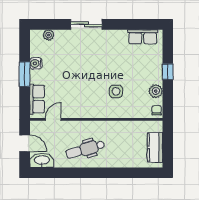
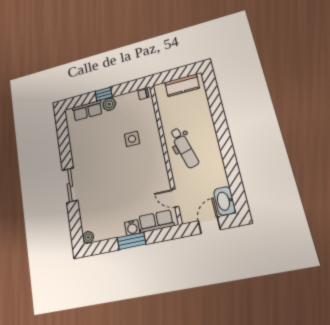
plant: (49, 35) -> (88, 237), moved
row of seats: (143, 37) -> (87, 111), moved, turned 90
water cooler: (36, 63) -> (132, 228), moved
plant: (156, 91) -> (109, 104), moved
dental chair: (85, 149) -> (184, 148), moved

